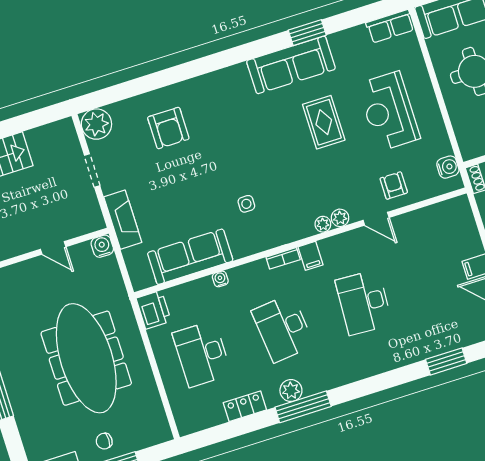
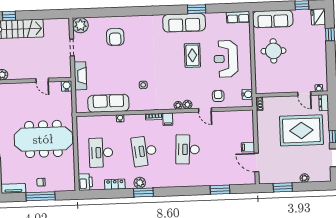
printer: (154, 310) -> (85, 182), moved
meeting table: (86, 358) -> (43, 139), turned 90
window: (303, 407) -> (143, 192), width x0.69

